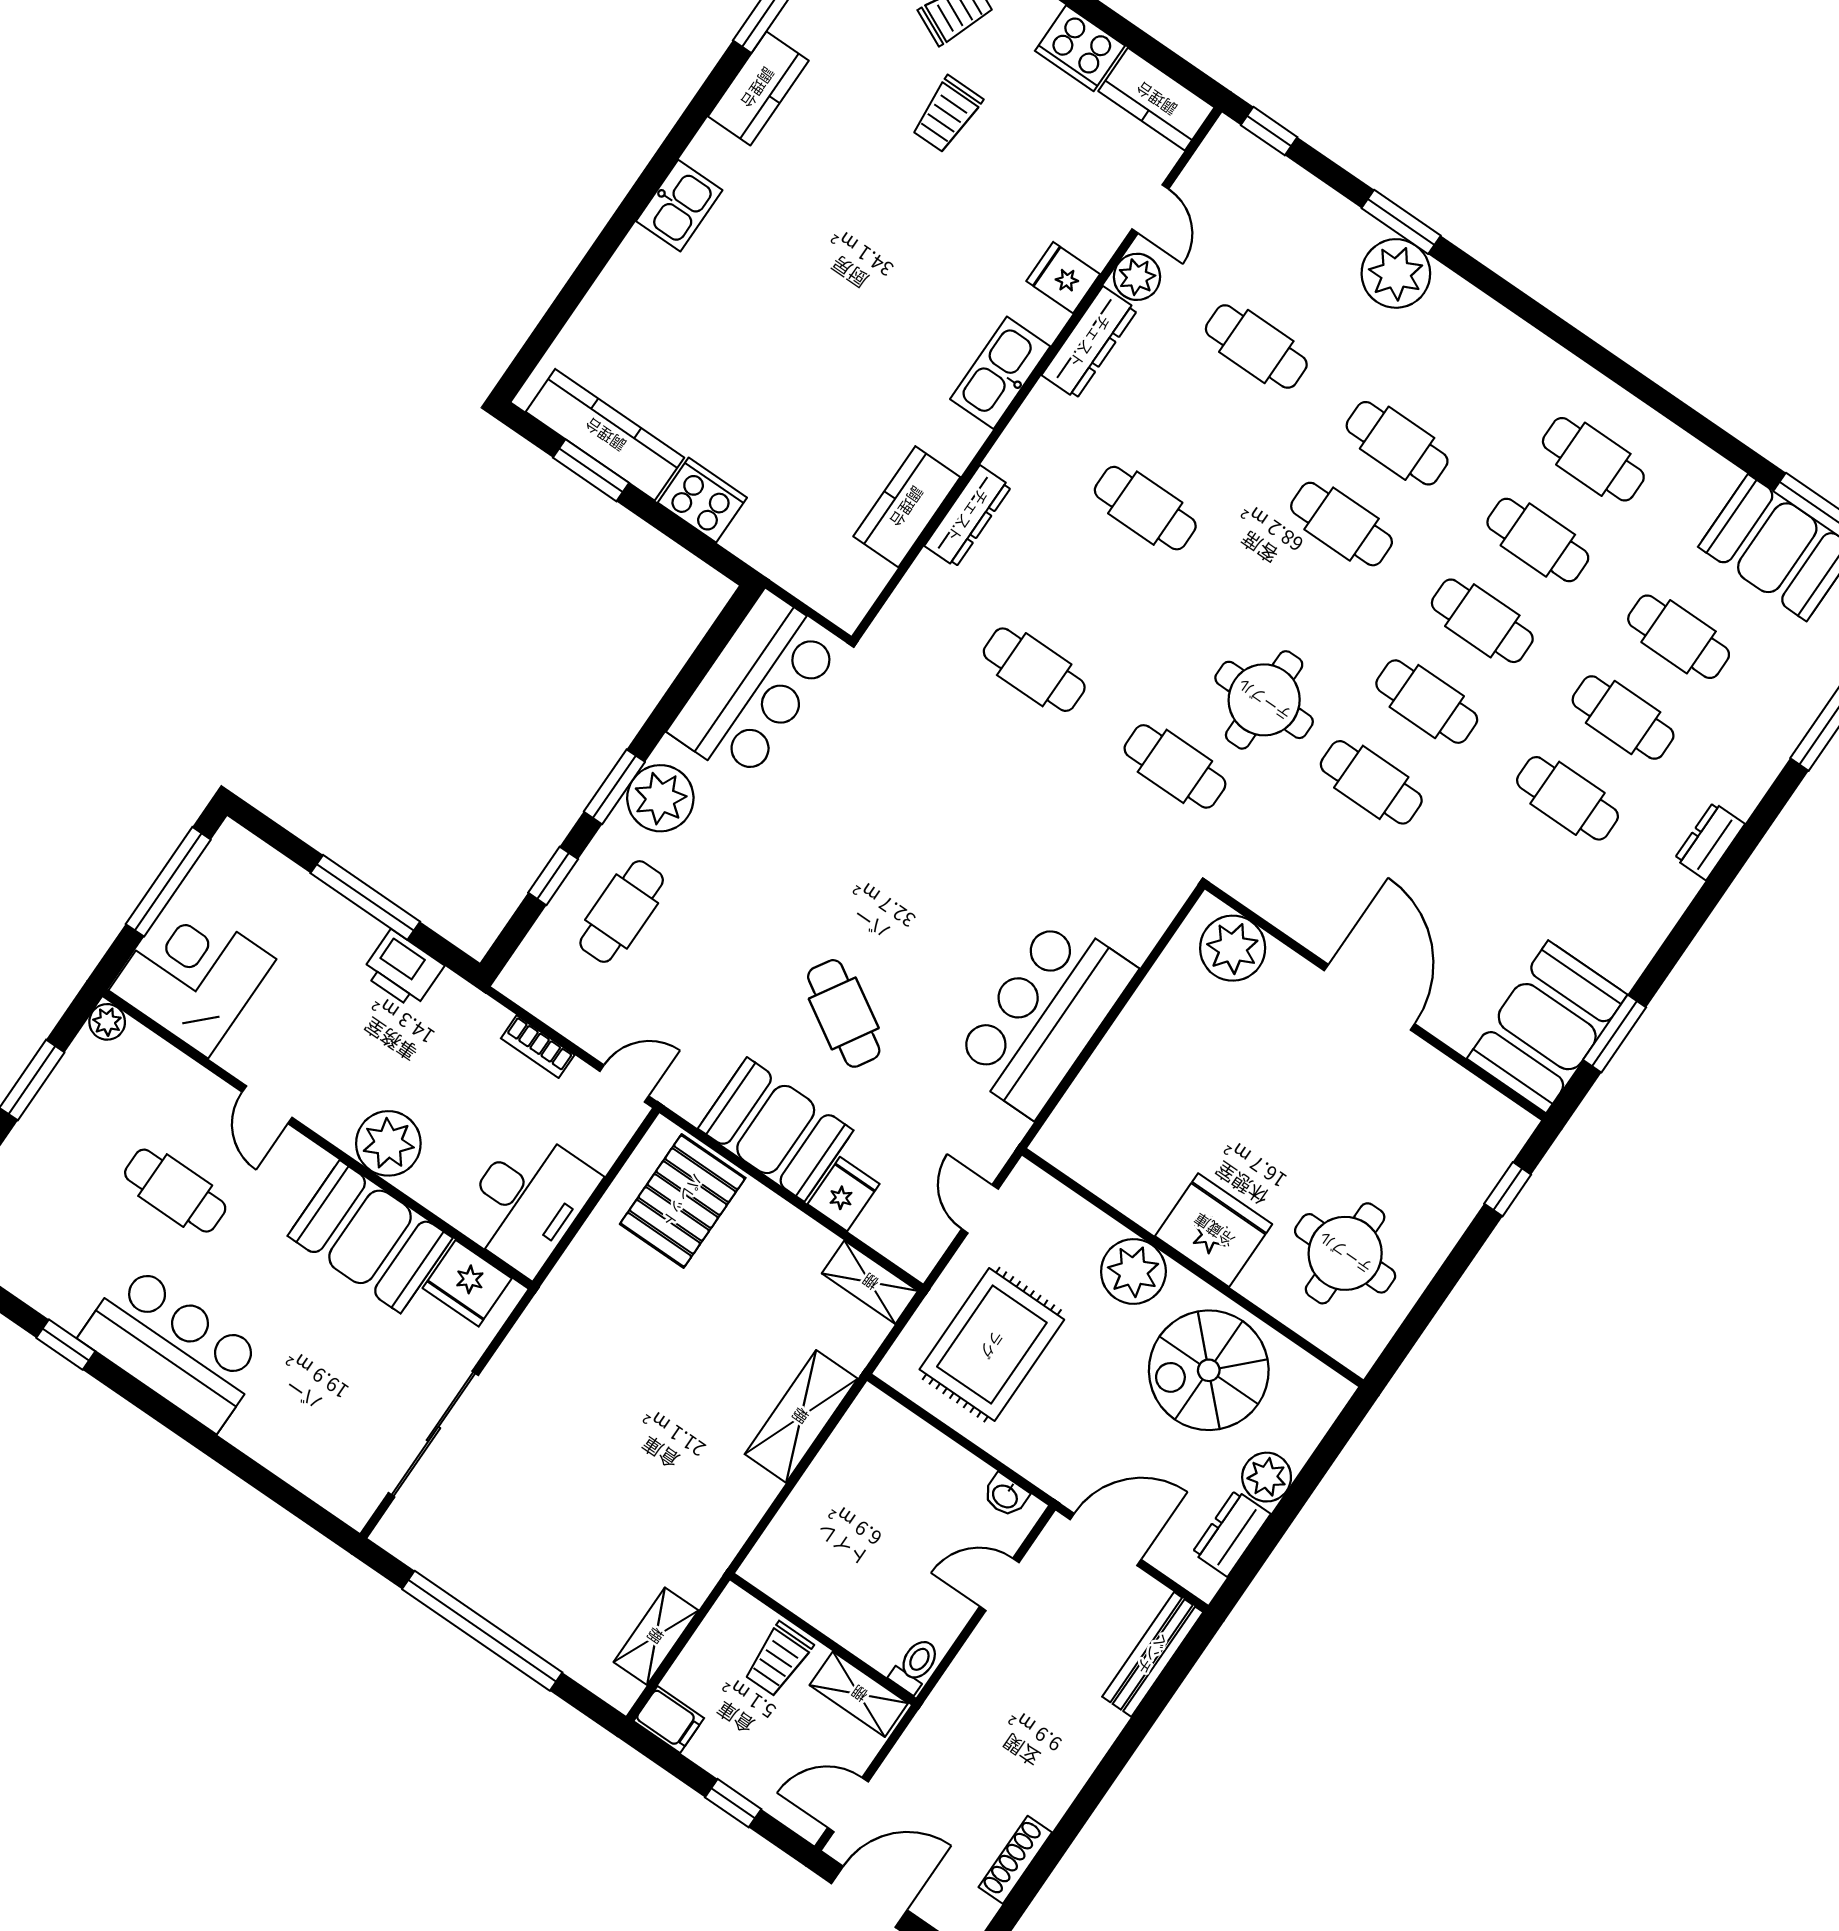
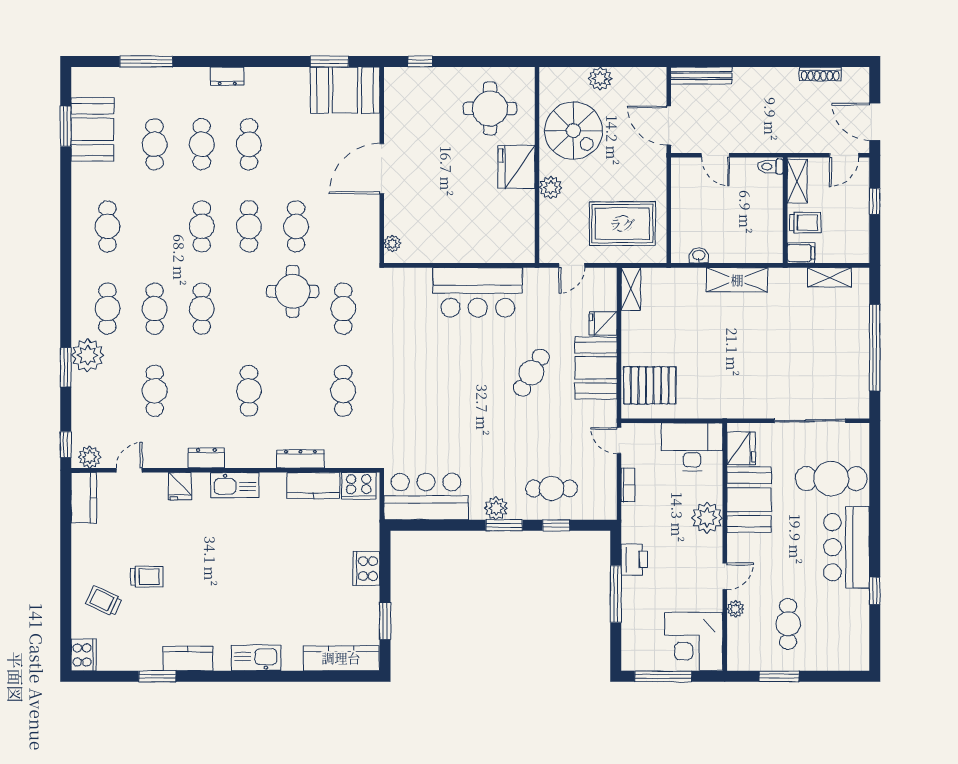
cooker: (1080, 48) -> (359, 486), moved, turned 90
kitchen sink: (679, 206) -> (256, 658), width x1.38
plant: (1137, 277) -> (90, 457), moved
dresser: (1090, 342) -> (206, 458), width x0.70
kitchen counter: (605, 435) -> (341, 658), moved, turned 90
cafe table: (1538, 540) -> (107, 309), moved
plant: (660, 798) -> (496, 508), width x0.73, depth x0.73
plant: (1233, 948) -> (392, 244), width x0.53, depth x0.53
plant: (107, 1022) -> (735, 609), moved
cafe table: (175, 1191) -> (788, 624), moved
plant: (1133, 1271) -> (551, 187), width x0.73, depth x0.73
cafe table: (309, 1402) -> (831, 479), added
shelving: (801, 1416) -> (737, 280), moved
washbasin: (1005, 1496) -> (699, 255), moved, turned -90
dresser: (1231, 1533) -> (632, 77), removed
filing cabinet: (669, 1720) -> (801, 253), moved, turned 90
door: (848, 1805) -> (844, 155), hinge flipped

